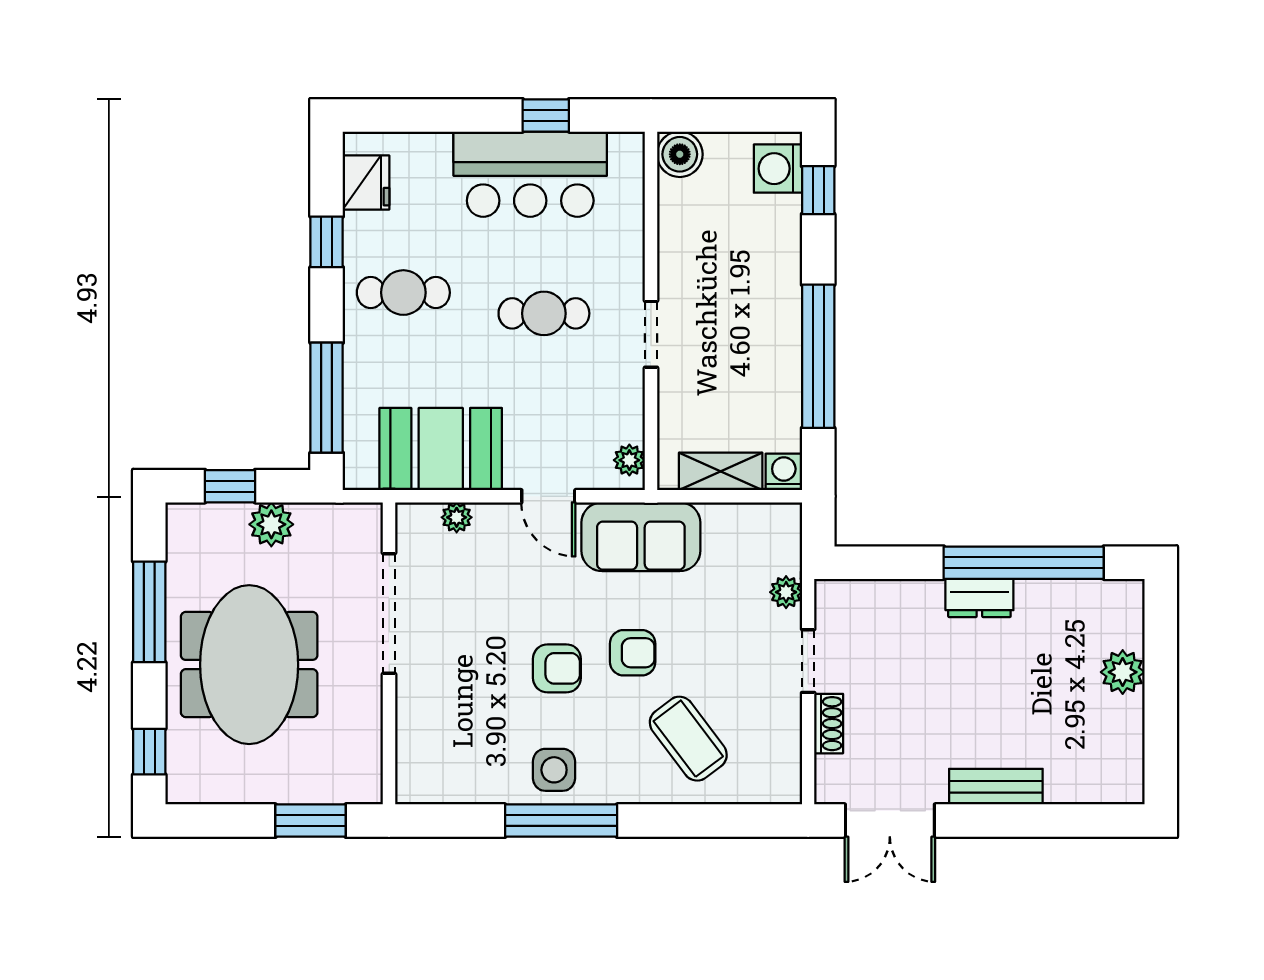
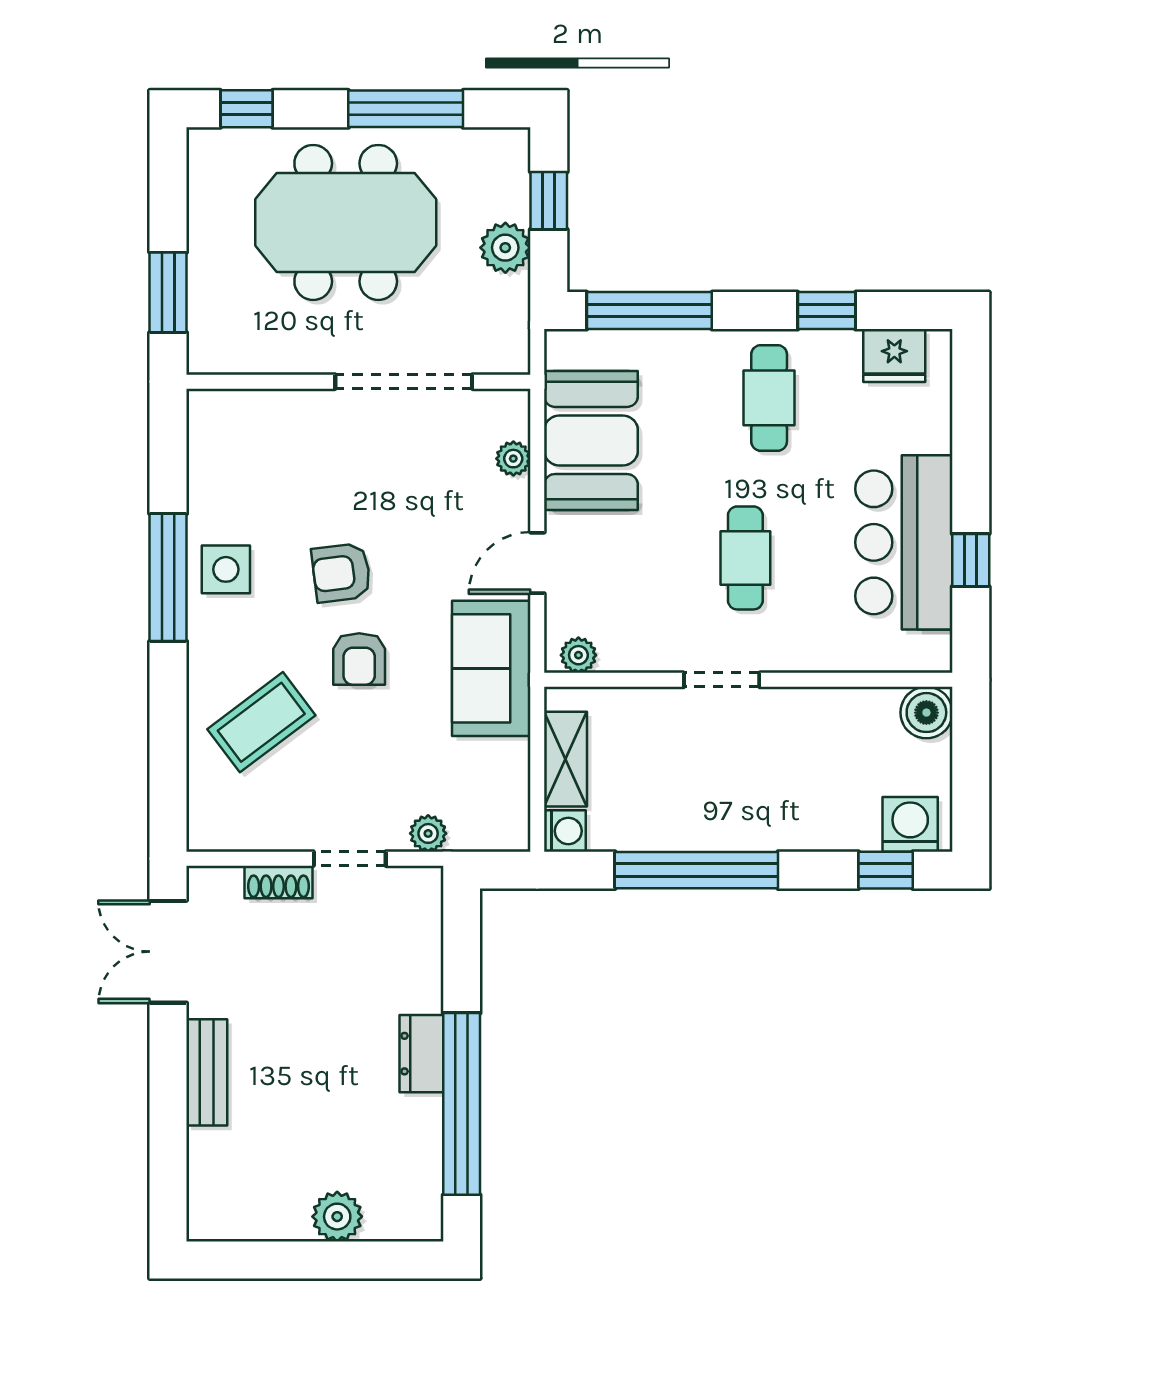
armchair: (557, 668) -> (341, 573), turned 83

